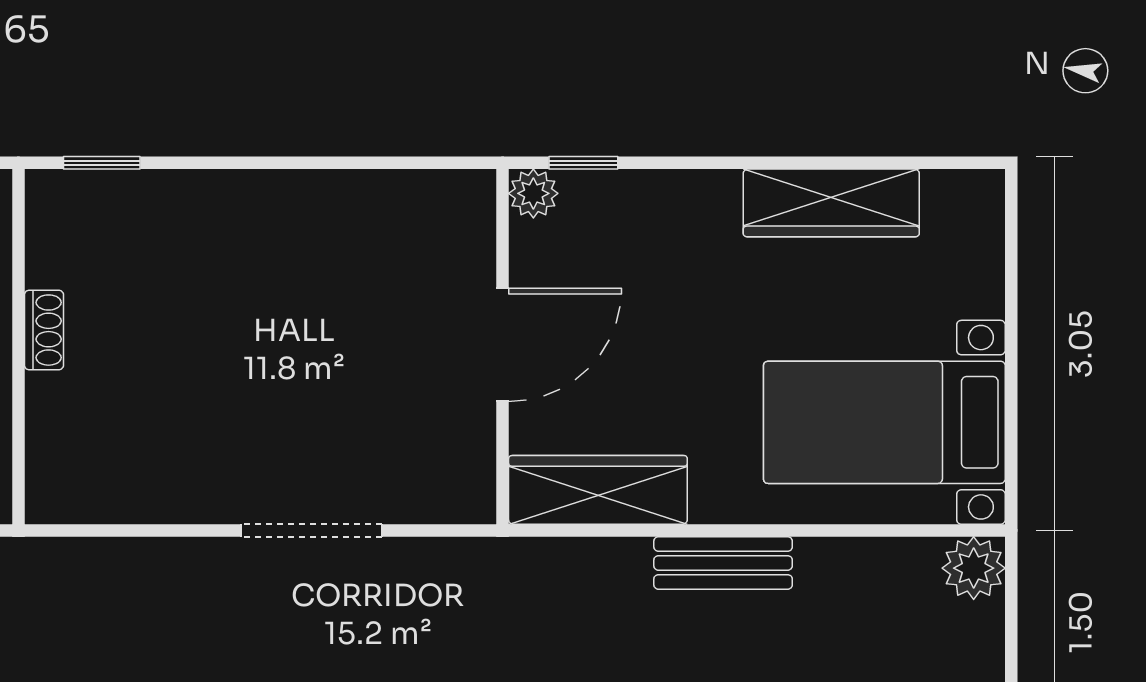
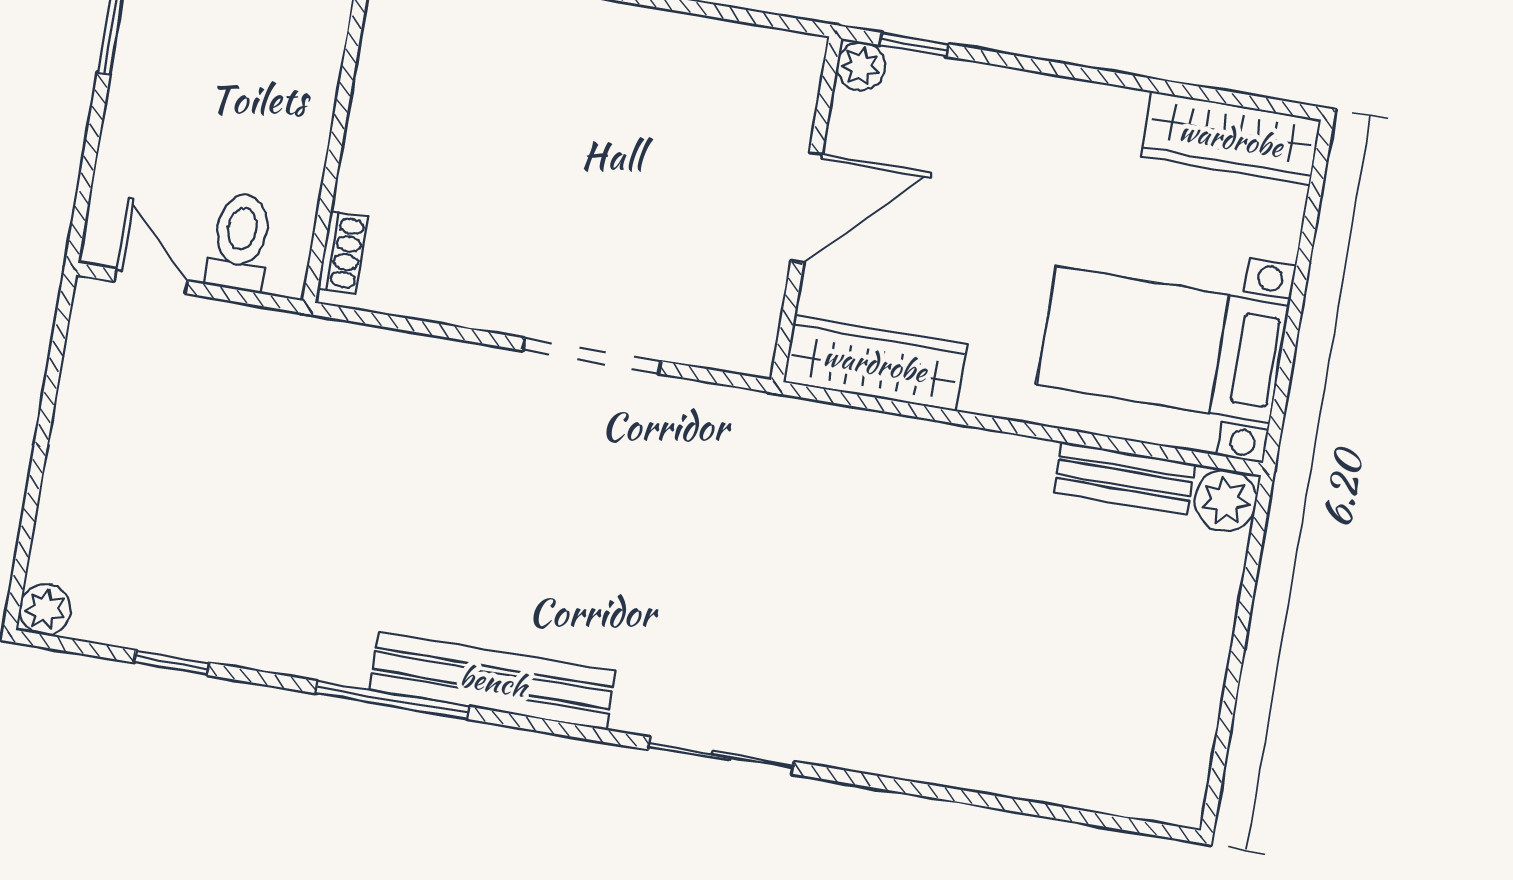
wardrobe: (831, 203) -> (1231, 138), moved
shoe rack: (44, 330) -> (343, 252), moved
bench: (723, 563) -> (1124, 478), moved

